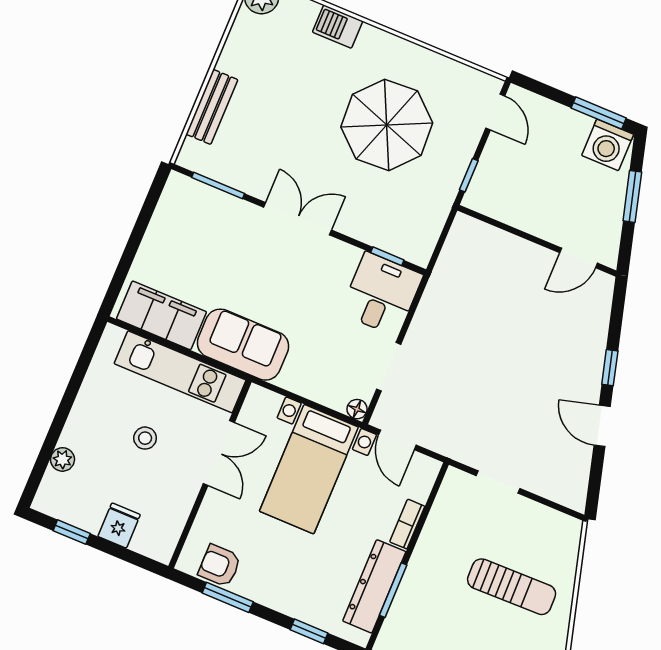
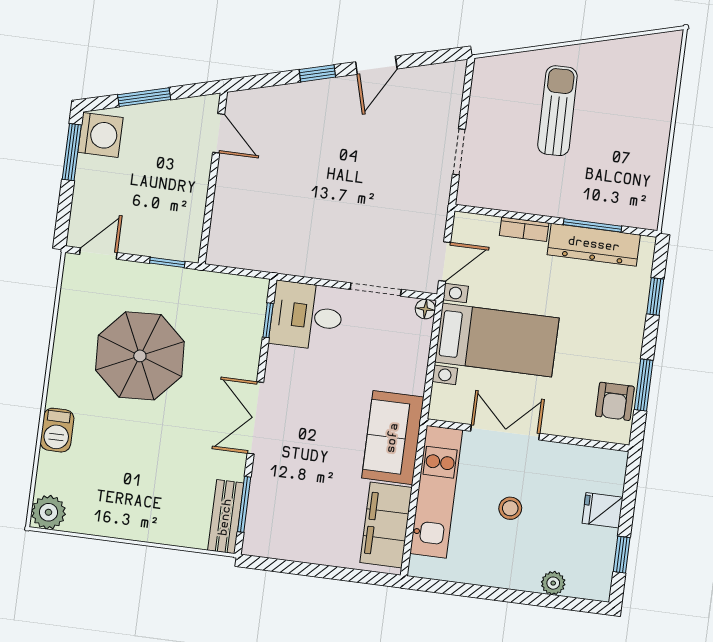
bench: (212, 107) -> (226, 517), moved, turned 90

